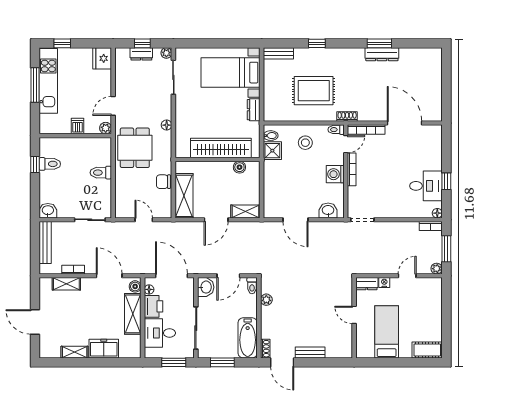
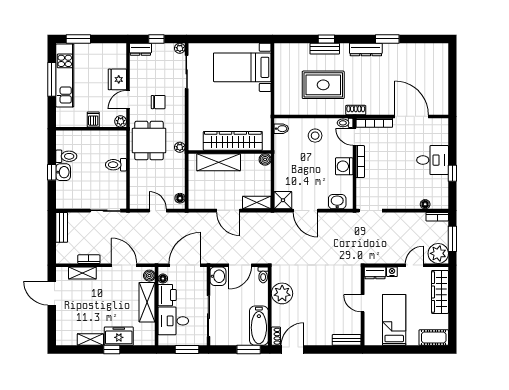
window: (62, 43) -> (78, 39), width x1.50
bench: (278, 53) -> (325, 49), moved
dresser: (141, 54) -> (140, 49), moved
dresser: (382, 54) -> (366, 49), moved
fridge: (102, 58) -> (117, 79), moved
dresser: (254, 110) -> (265, 103), removed
floor lamp: (167, 125) -> (180, 198), moved
door: (346, 144) -> (354, 137), swing flipped
shower: (272, 151) -> (283, 200), moved
plant: (166, 155) -> (180, 147), added
window: (35, 164) -> (52, 172), moved
boiler: (239, 167) -> (265, 159), moved
chair: (163, 182) -> (158, 102), moved, turned 180
desk: (426, 186) -> (433, 160), moved
shelving: (184, 196) -> (219, 162), moved, turned 90
washbasin: (48, 211) -> (63, 172), moved, turned 90
floor lamp: (437, 213) -> (425, 204), moved
door: (216, 220) -> (228, 211), hinge flipped
bench: (45, 243) -> (62, 227), width x0.73
plant: (437, 269) -> (438, 253), width x1.87, depth x1.87
door: (171, 276) -> (185, 265), hinge flipped
plant: (266, 300) -> (282, 293), width x1.87, depth x1.87
wardrobe: (434, 303) -> (440, 292), added
door: (35, 322) -> (52, 293), moved
bench: (310, 353) -> (347, 340), moved
window: (96, 362) -> (112, 350), added
window: (222, 362) -> (249, 350), moved
door: (282, 362) -> (293, 350), swing flipped

